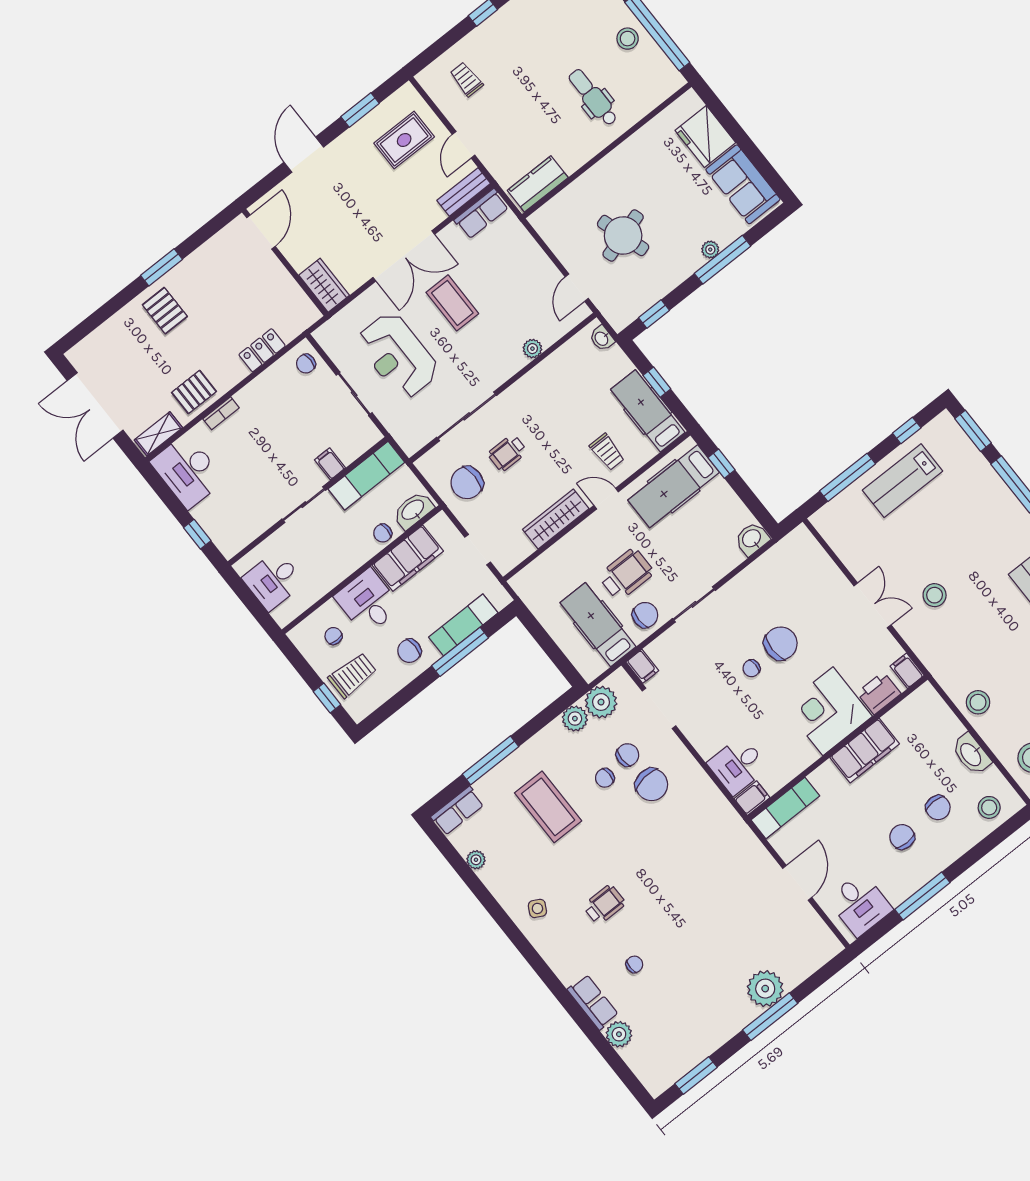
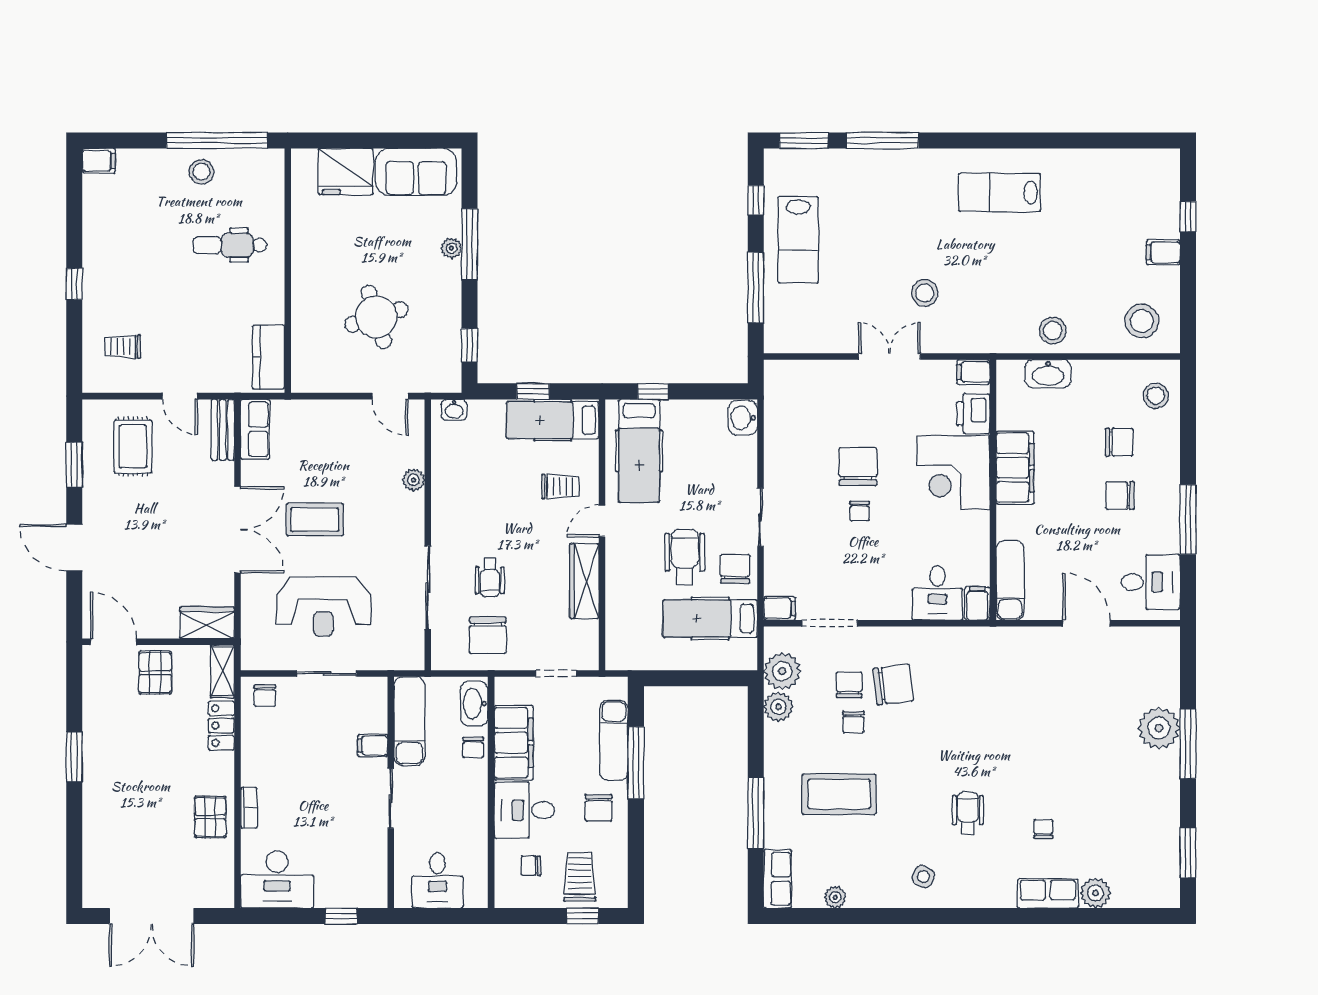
pallet: (165, 311) -> (155, 673), moved, turned 90
shelving: (158, 434) -> (223, 671), moved
washbasin: (971, 754) -> (1048, 374), moved

